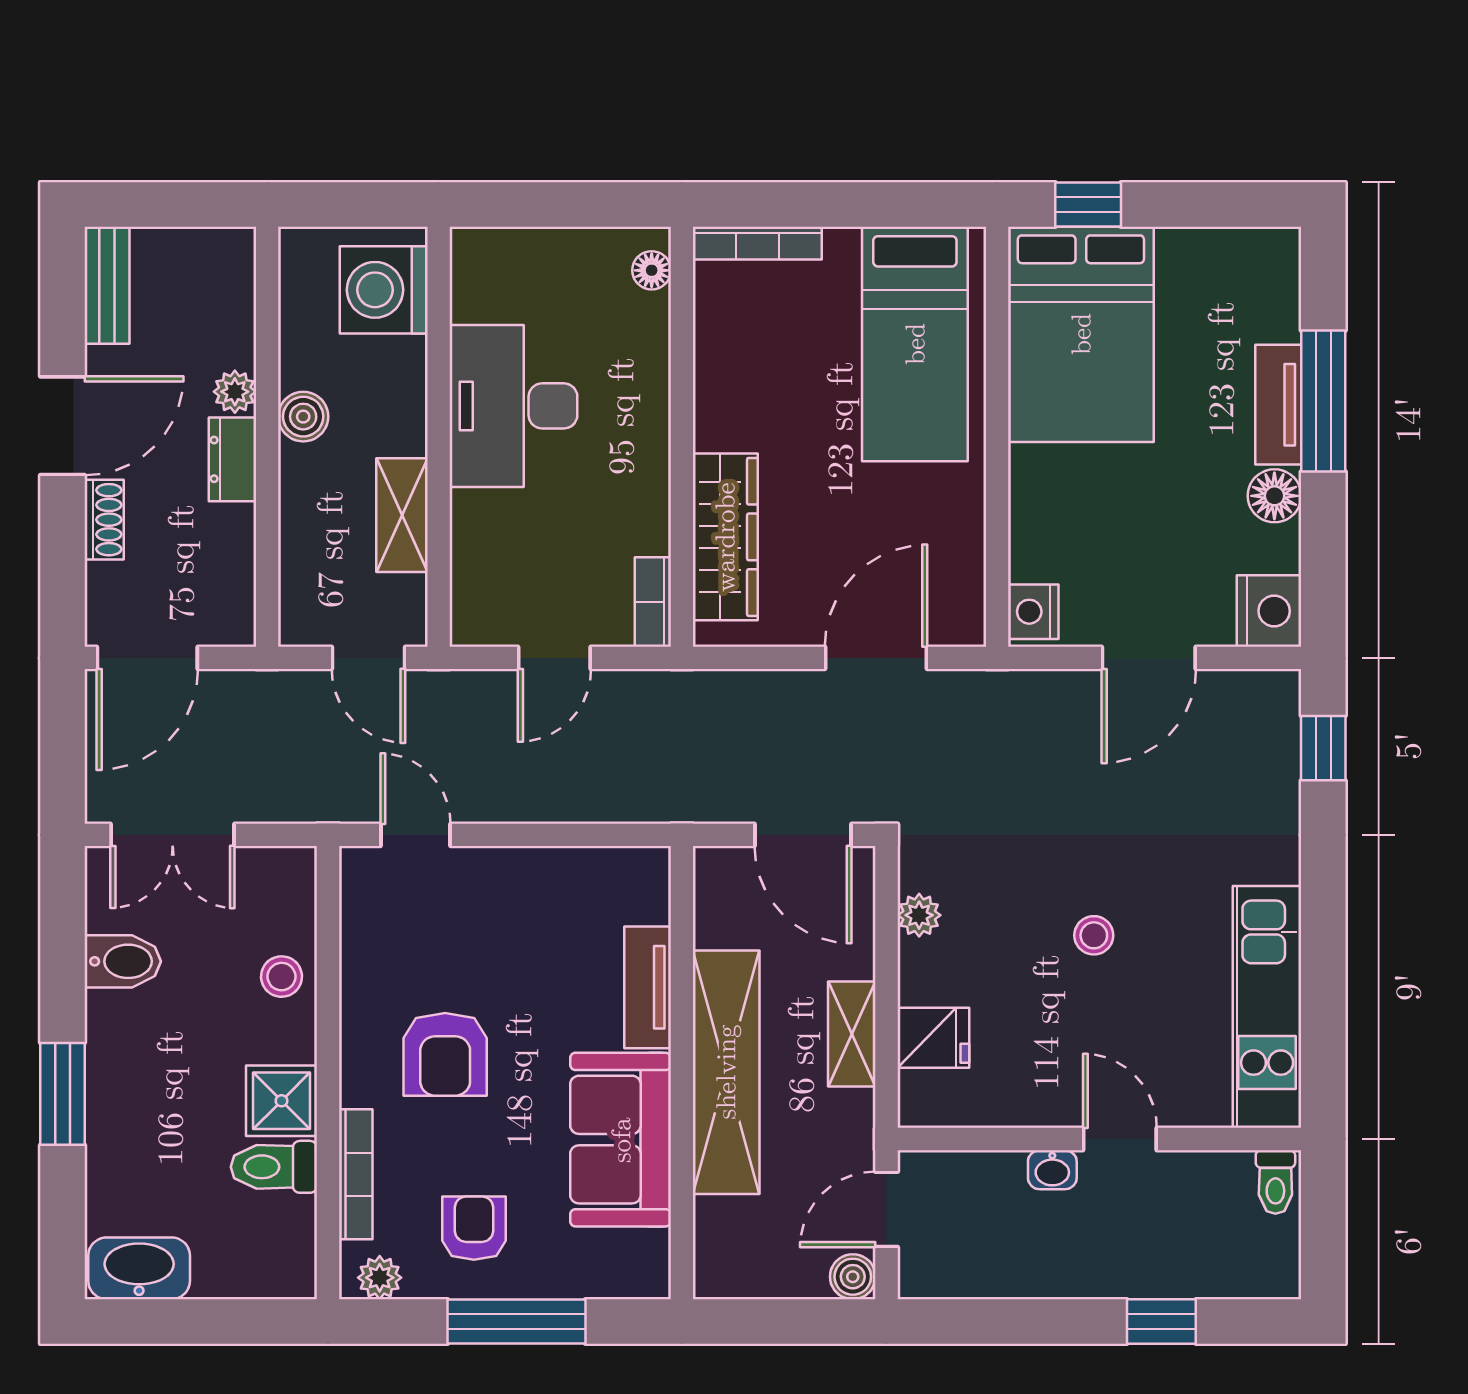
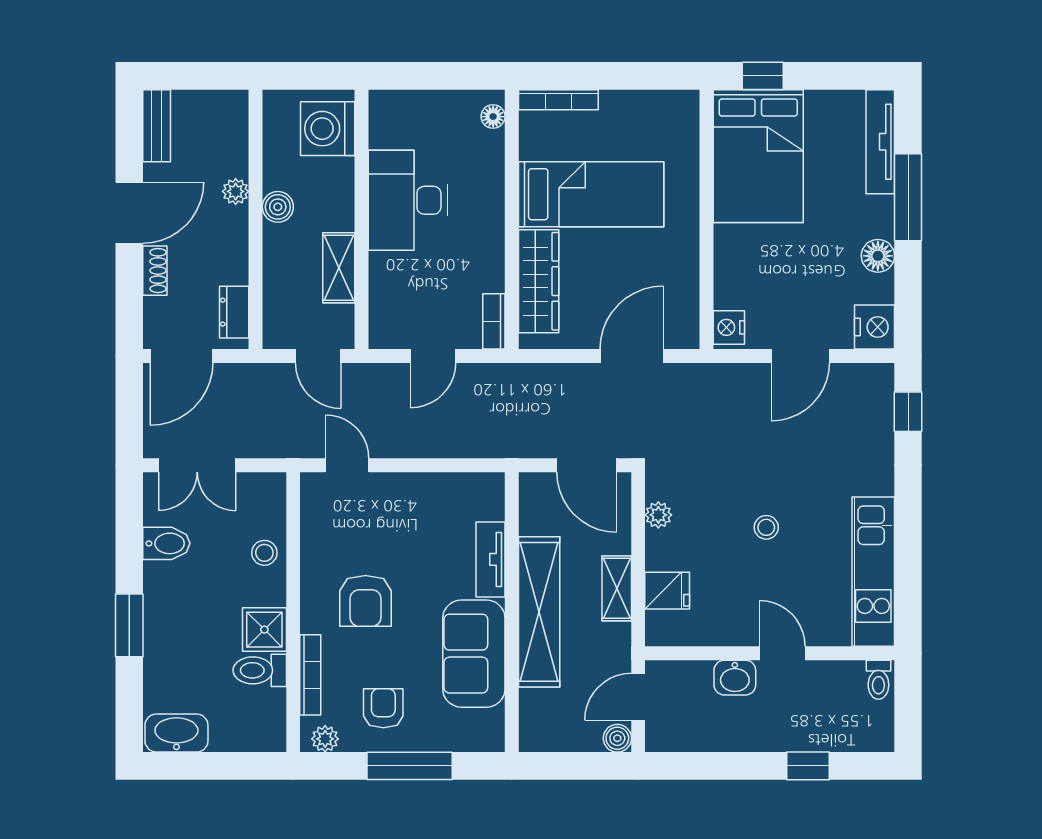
bed: (915, 344) -> (591, 194), moved, turned -90
tv unit: (1278, 405) -> (880, 142), moved, width x1.41
dresser: (232, 459) -> (234, 312), moved
washbasin: (1052, 1170) -> (735, 678), width x1.38, depth x1.45

